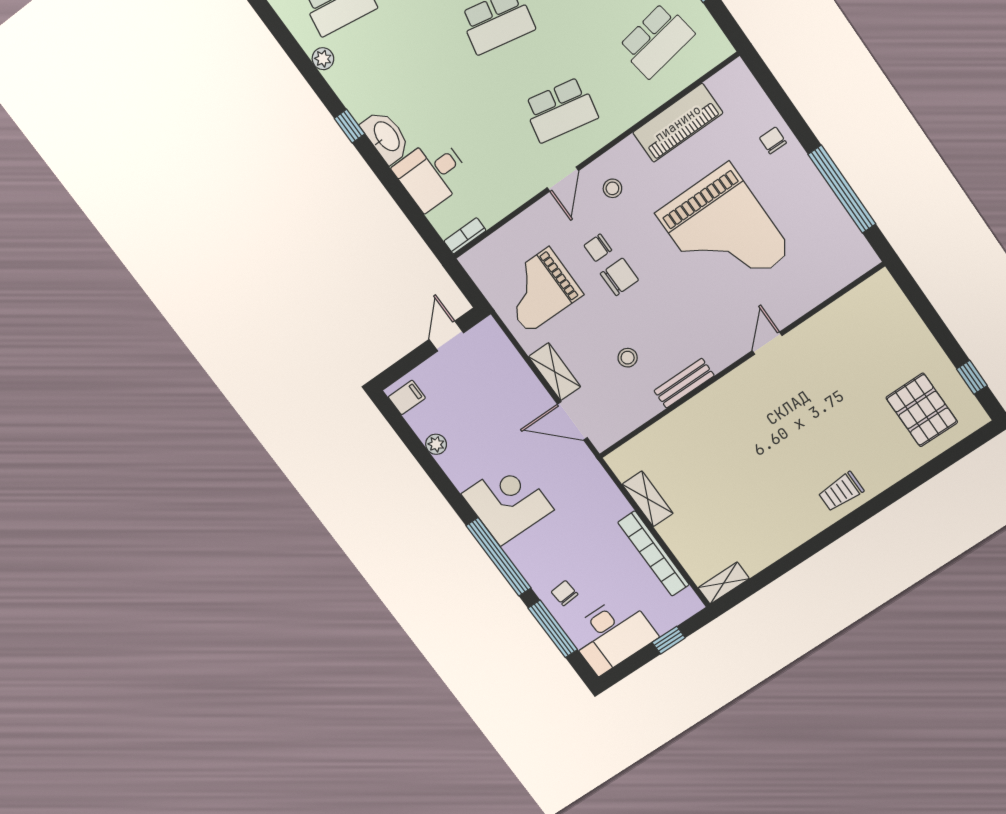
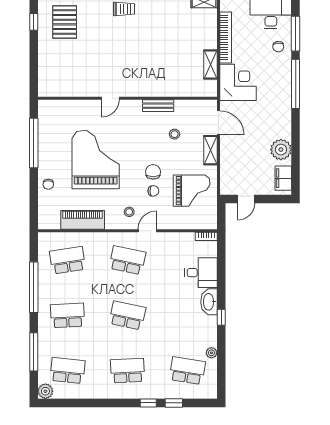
chair: (619, 277) -> (153, 172), turned 90
filing cabinet: (407, 397) -> (283, 178), width x2.00
plant: (436, 444) -> (281, 150), width x1.88, depth x1.88
corner desk: (508, 502) -> (238, 82), moved, turned 180

